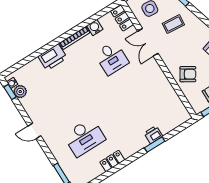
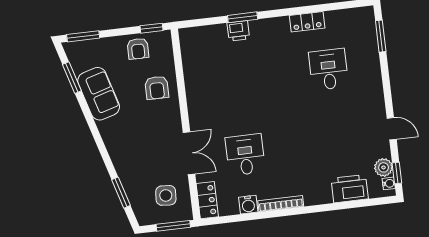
coffee table: (173, 24) -> (145, 161), removed
printer: (53, 57) -> (350, 189), moved
armchair: (188, 74) -> (157, 88), turned -122
door: (34, 131) -> (392, 129), moved
desk: (84, 137) -> (329, 69), width x0.73

